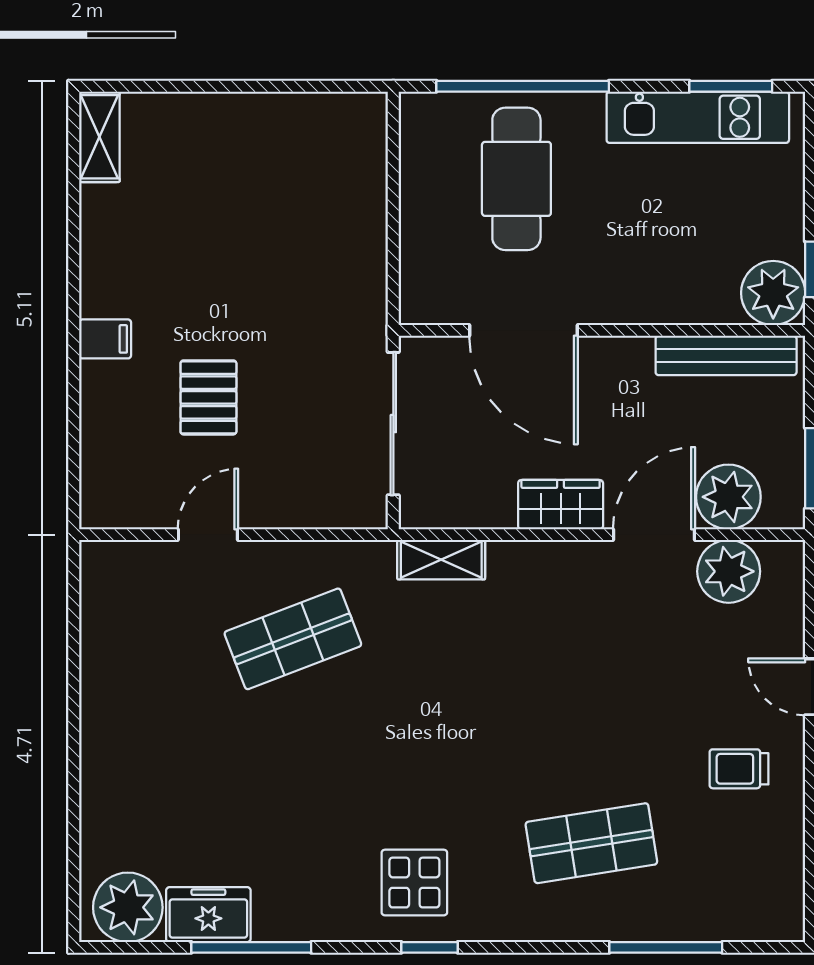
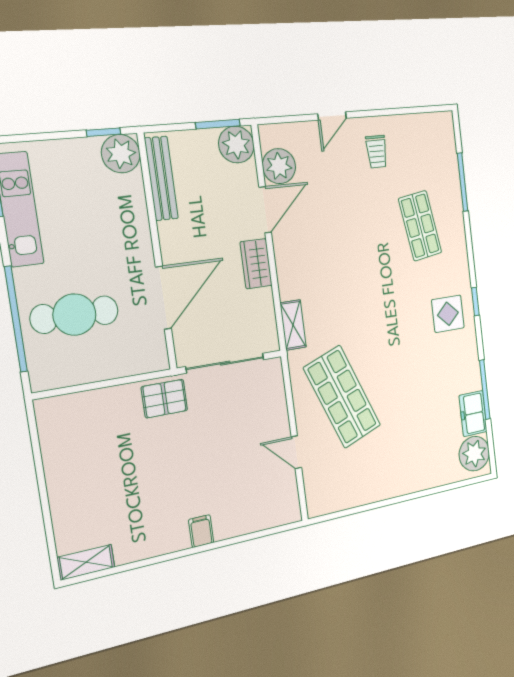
pallet: (208, 397) -> (164, 399), moved
plant: (728, 497) -> (236, 145), moved
door: (654, 535) -> (265, 210), swing flipped
shop shelf: (293, 639) -> (342, 397), width x1.43, depth x1.36

